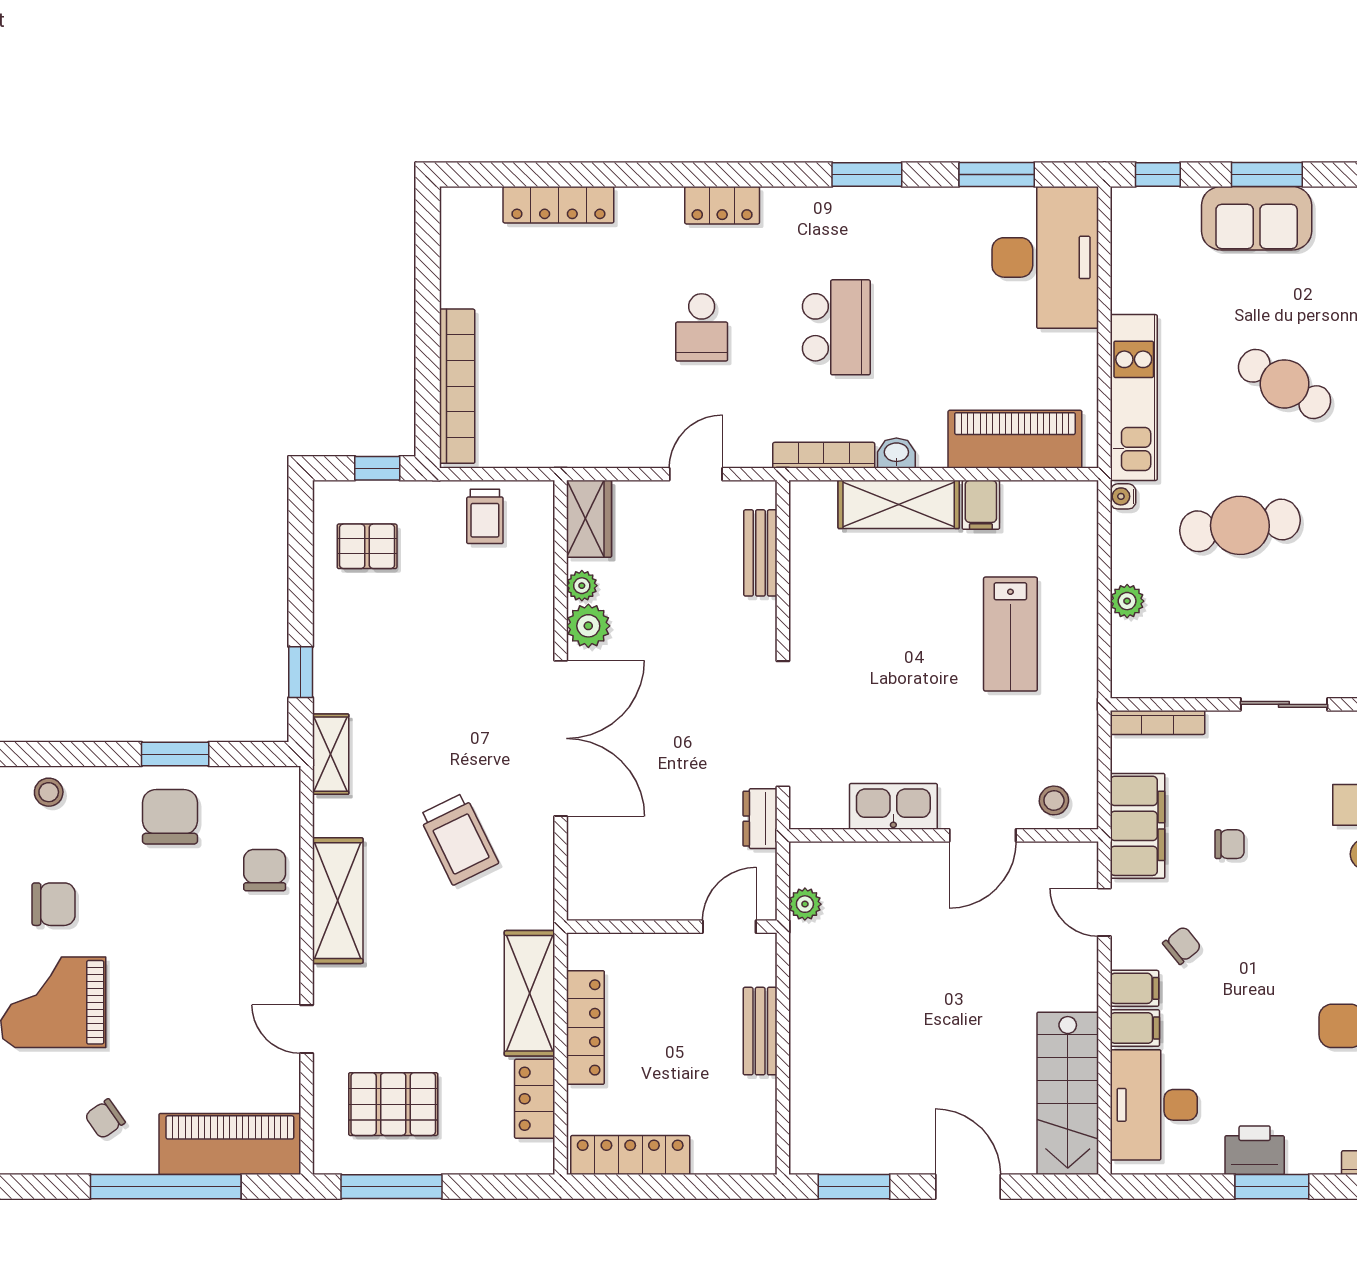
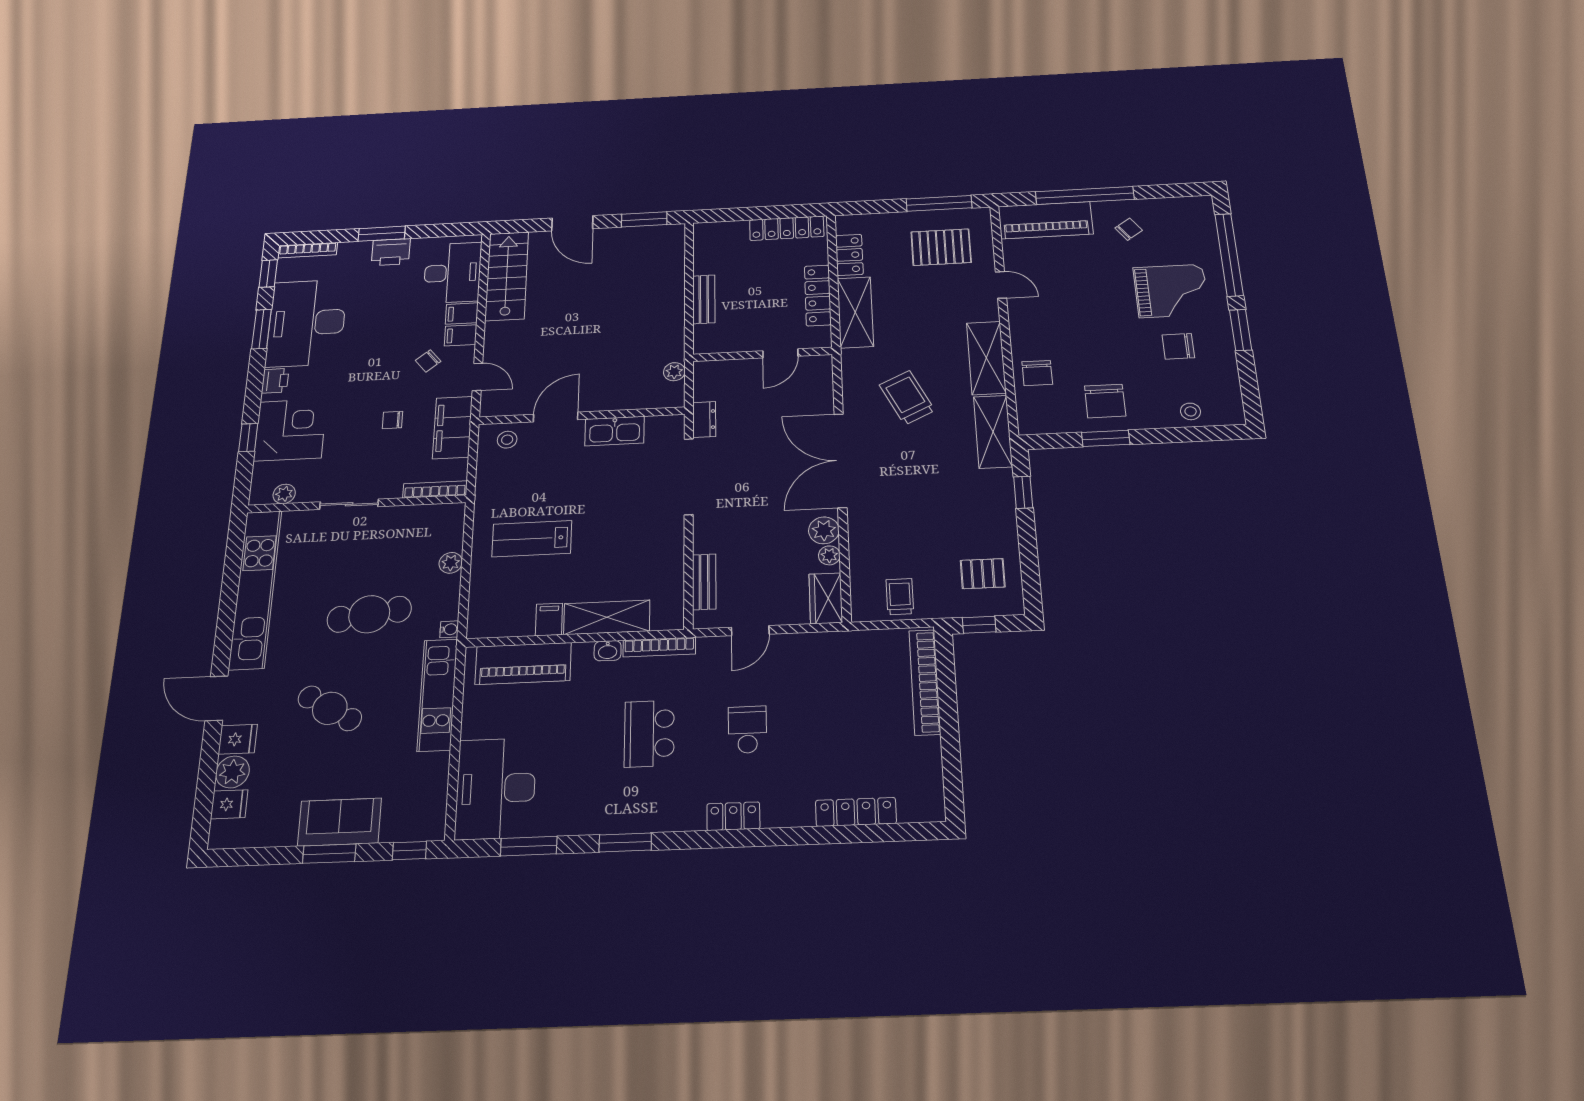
lab bench: (1010, 634) -> (532, 539), turned -90
shelving: (331, 754) -> (993, 432), width x1.50, depth x1.33
door: (729, 927) -> (780, 353), moved

